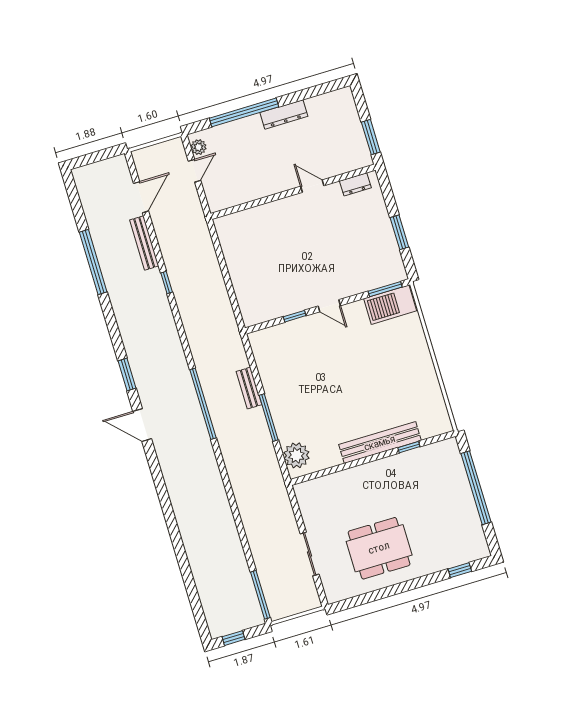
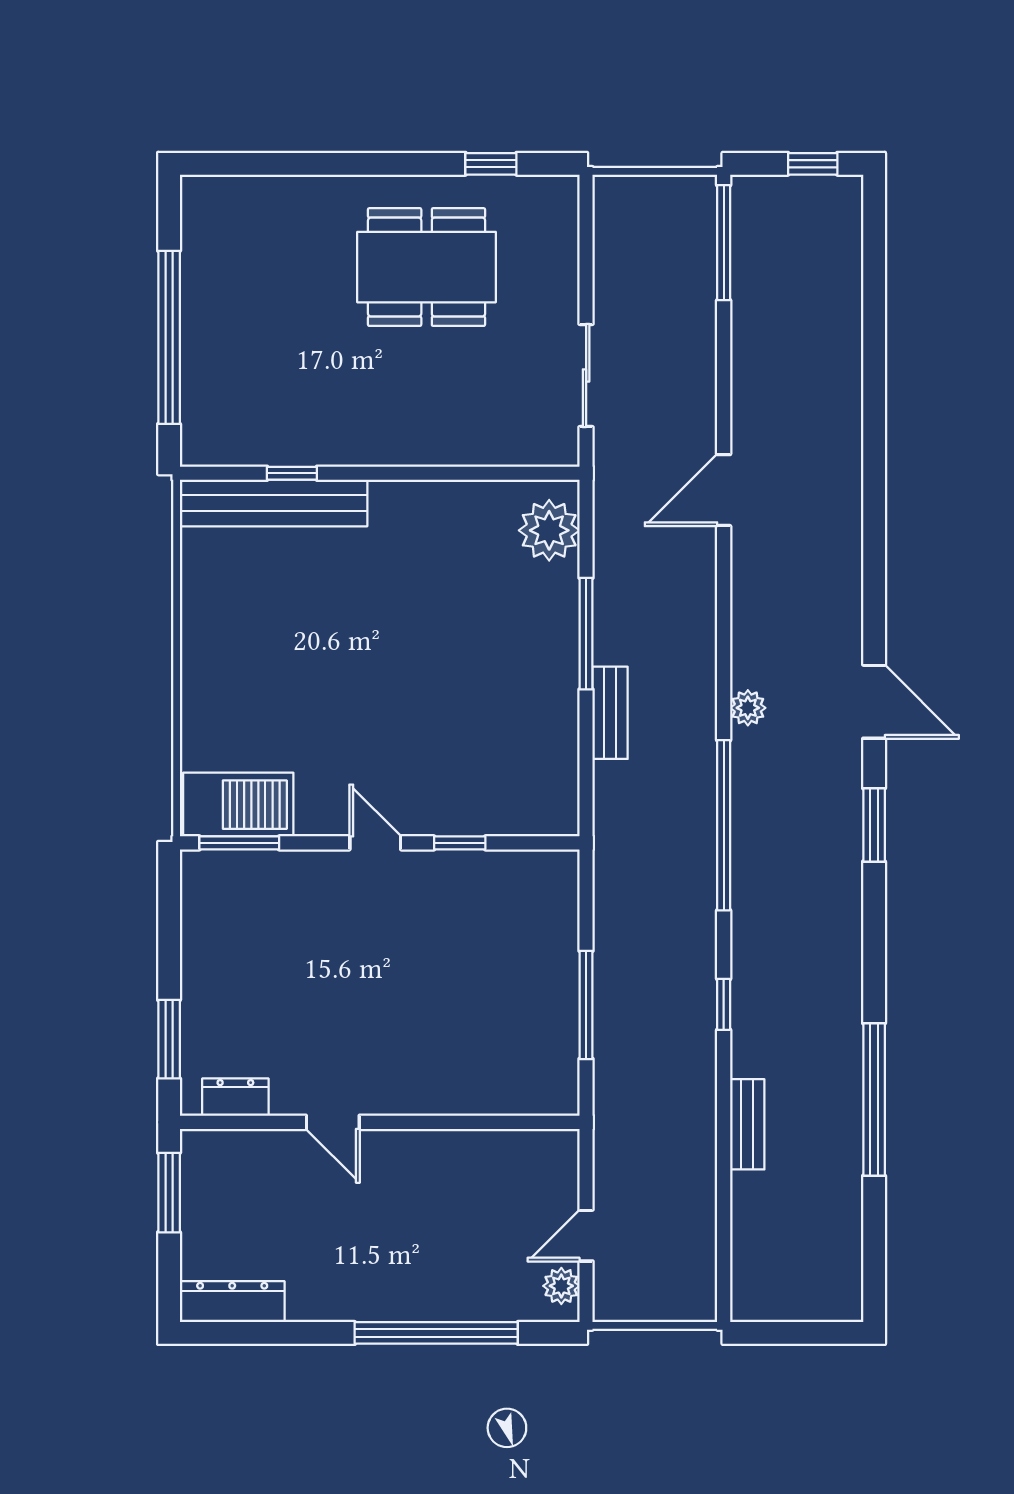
dresser: (284, 114) -> (232, 1302), moved
door: (141, 197) -> (724, 490), moved
window: (399, 232) -> (169, 1039), moved
bench: (144, 243) -> (747, 1124), width x0.73
window: (223, 265) -> (586, 1005), added
window: (203, 404) -> (724, 825), moved
plant: (193, 407) -> (748, 708), added
bench: (380, 443) -> (274, 503), moved
sliding door: (310, 554) -> (586, 375), moved
window: (460, 570) -> (491, 164), moved

